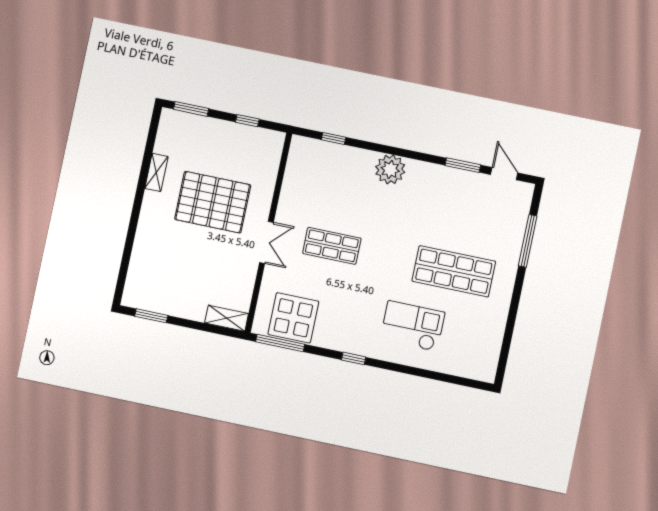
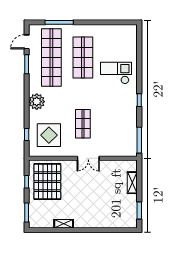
pallet: (213, 202) -> (47, 182), moved
shop shelf: (466, 213) -> (51, 57), added
double door: (266, 242) -> (88, 158), swing flipped
shelving: (227, 318) -> (132, 183), moved
display table: (293, 318) -> (49, 135), moved
checkout: (412, 326) -> (116, 73), turned 90

